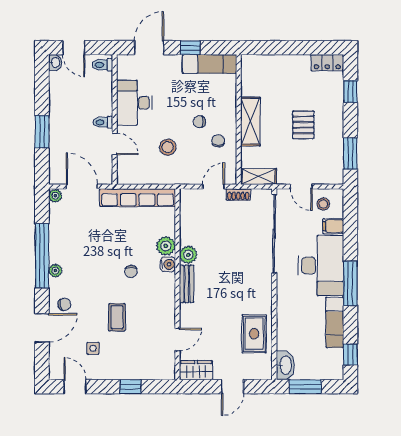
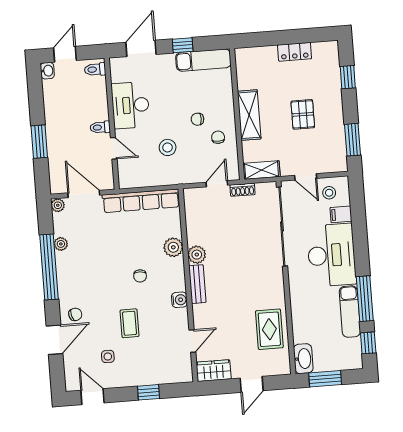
door: (74, 48) -> (65, 54), swing flipped
locker: (327, 63) -> (294, 52), moved
water cooler: (168, 264) -> (179, 300), moved
plant: (55, 271) -> (61, 244), moved
window: (350, 284) -> (365, 299), moved

